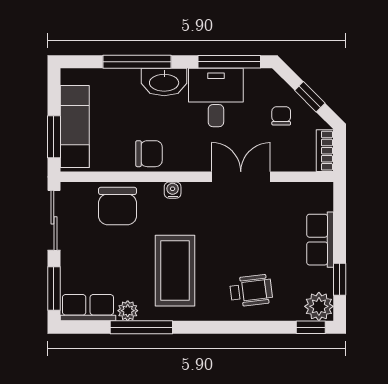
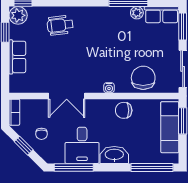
window: (137, 62) -> (152, 167), moved
coffee table: (175, 271) -> (108, 38), removed

